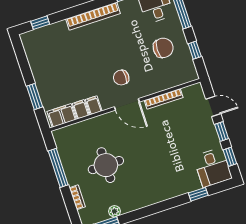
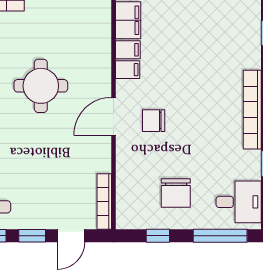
chair: (121, 78) -> (154, 121), turned -90
bookcase: (164, 99) -> (104, 202), moved
round table: (106, 165) -> (41, 86), moved

